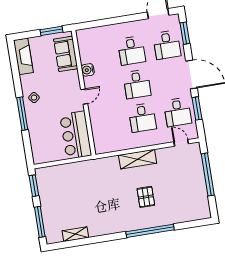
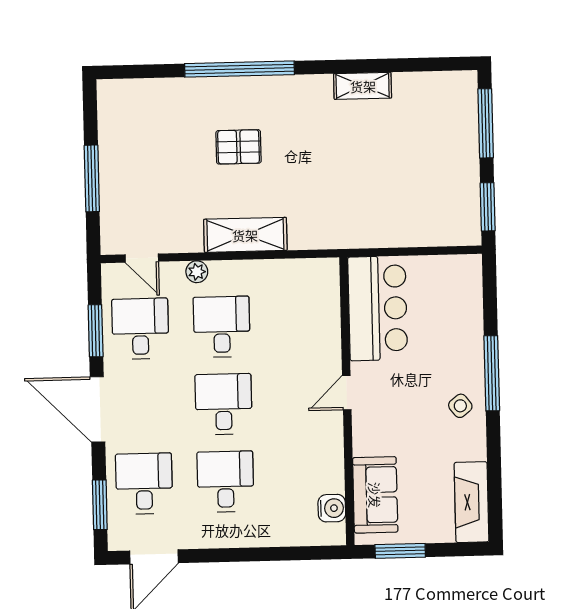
water cooler: (88, 70) -> (332, 508), moved
plant: (156, 140) -> (197, 272), added
window: (208, 174) -> (92, 178), width x0.68
pallet: (146, 197) -> (239, 147), turned 90
shelving: (75, 234) -> (363, 86), moved

